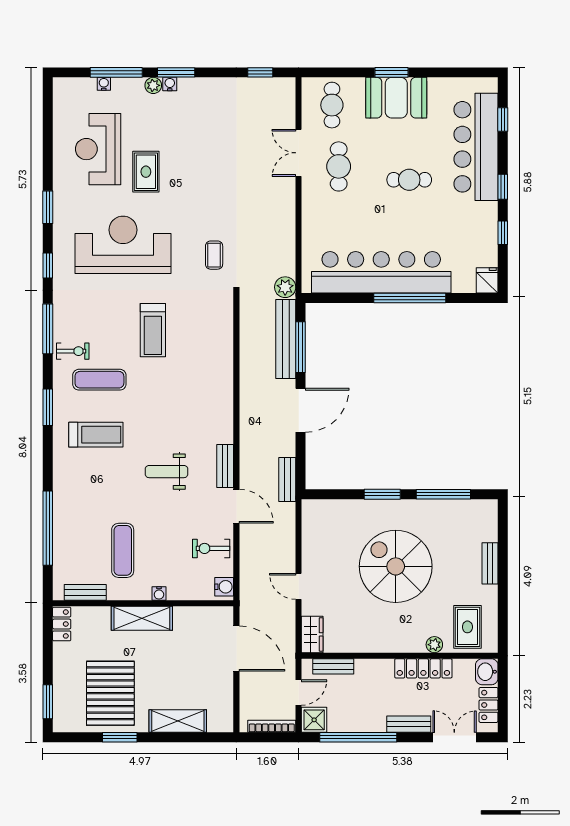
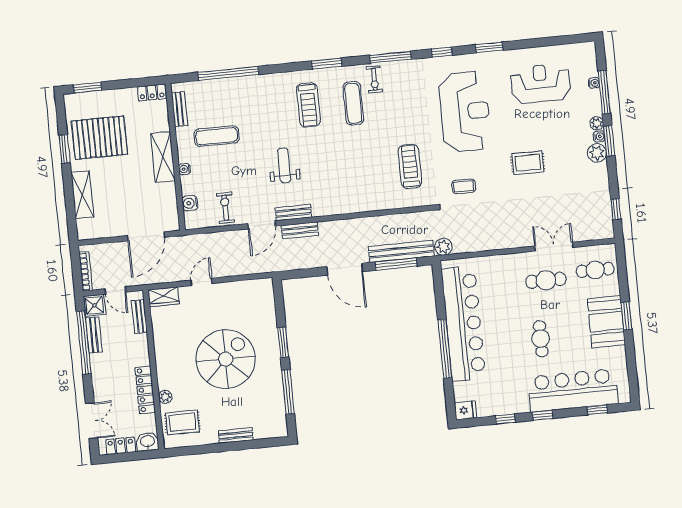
plant: (190, 89) -> (597, 153), added
rug: (146, 172) -> (528, 163), moved
treadmill: (153, 330) -> (410, 166), moved, turned 90
bench: (287, 479) -> (300, 230), moved
water cooler: (224, 587) -> (190, 203), moved, turned 90
bench: (409, 724) -> (94, 335), moved

